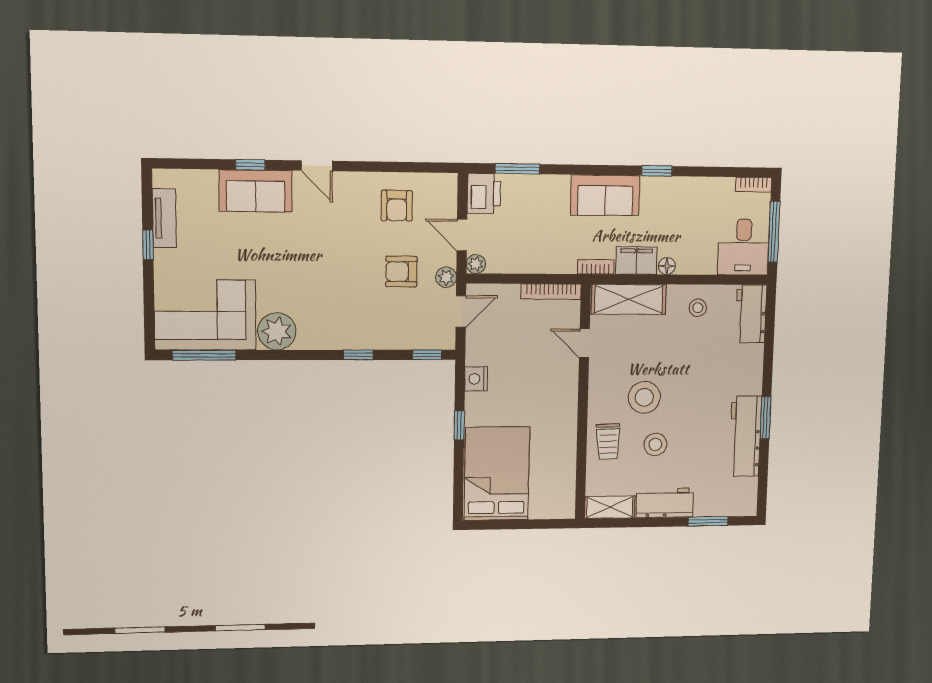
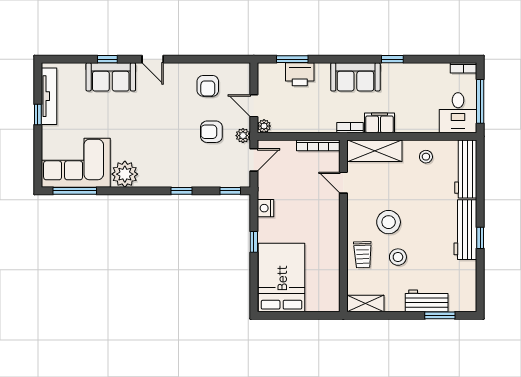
printer: (484, 193) -> (300, 74), moved, turned 90
tv unit: (164, 218) -> (49, 96), width x1.41
floor lamp: (667, 266) -> (402, 127), removed
workbench: (751, 314) -> (466, 169), width x1.38
window: (766, 418) -> (480, 238), width x0.67
workbench: (745, 436) -> (465, 230), moved
workbench: (665, 503) -> (427, 301), moved

